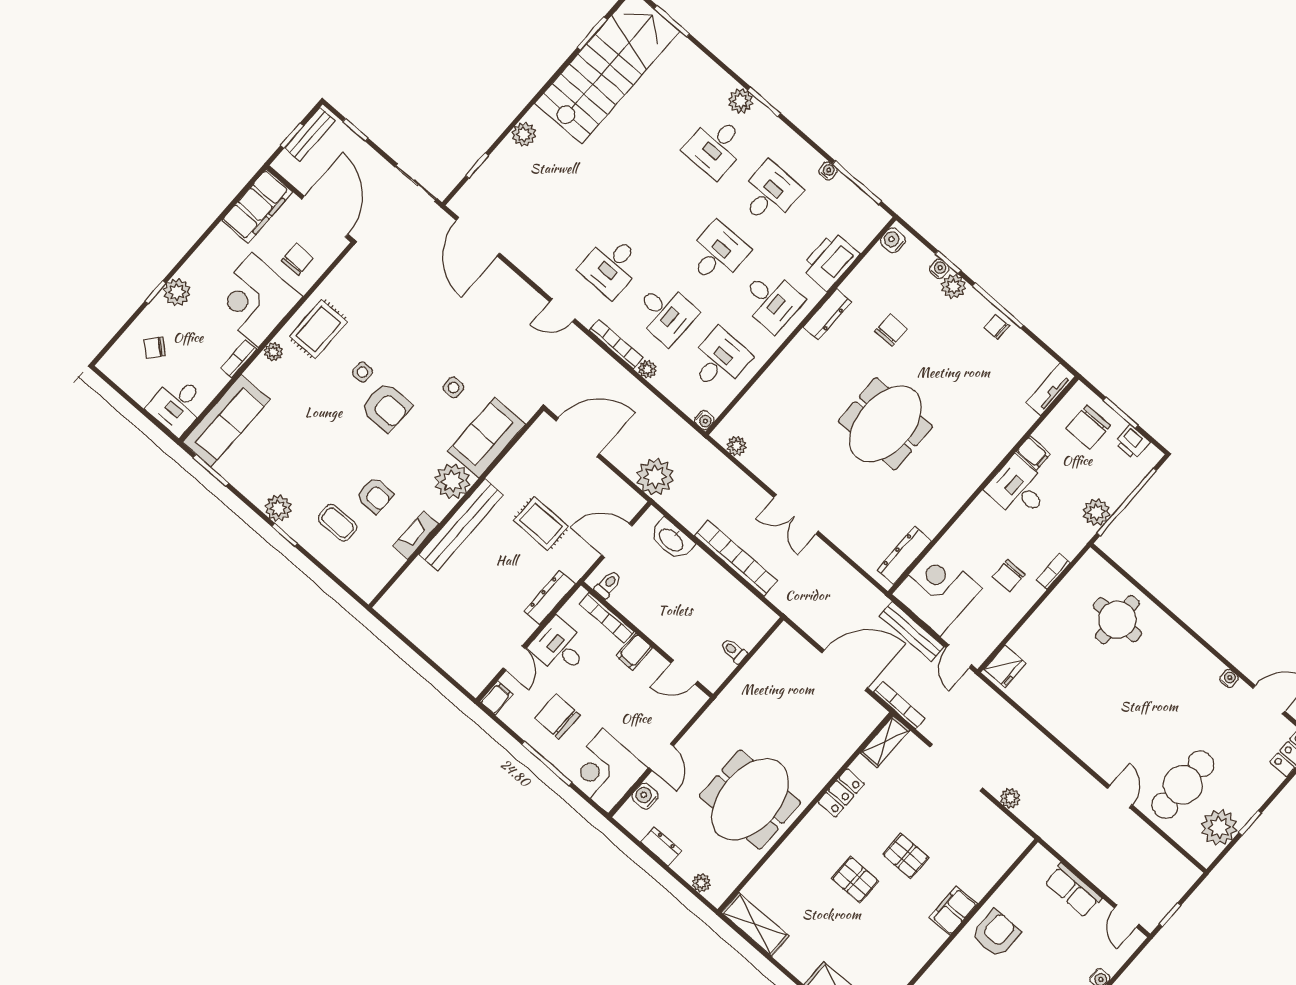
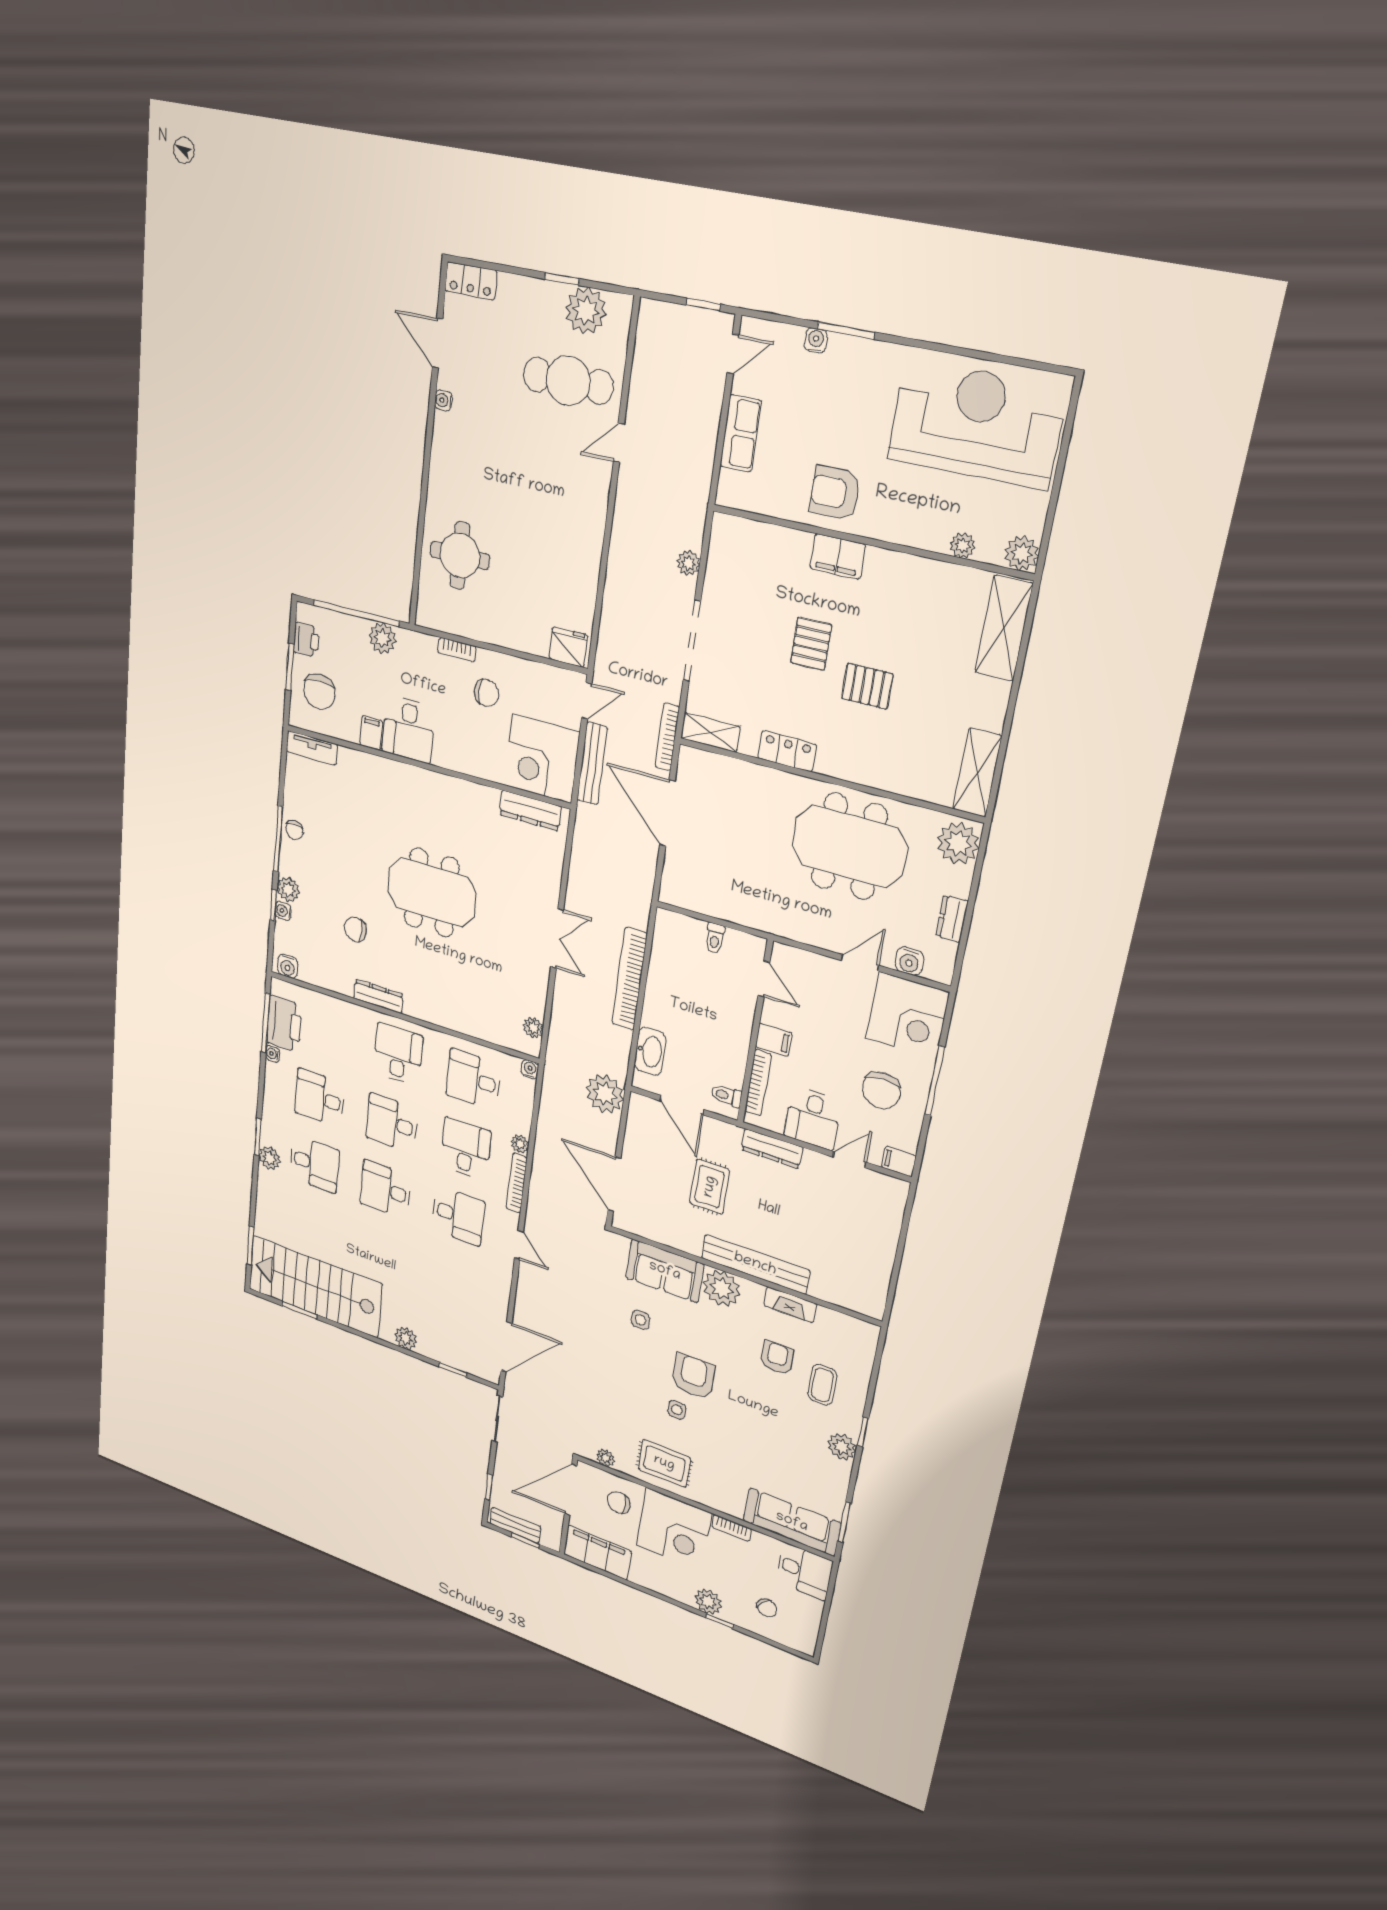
desk: (663, 206) -> (385, 1190), added
printer: (830, 261) -> (284, 1024), moved, turned -90
plant: (273, 352) -> (606, 1458), moved
chair: (1088, 427) -> (319, 692), turned 90
pallet: (855, 880) -> (867, 686), turned 90
plant: (701, 883) -> (958, 843), width x1.87, depth x1.87

